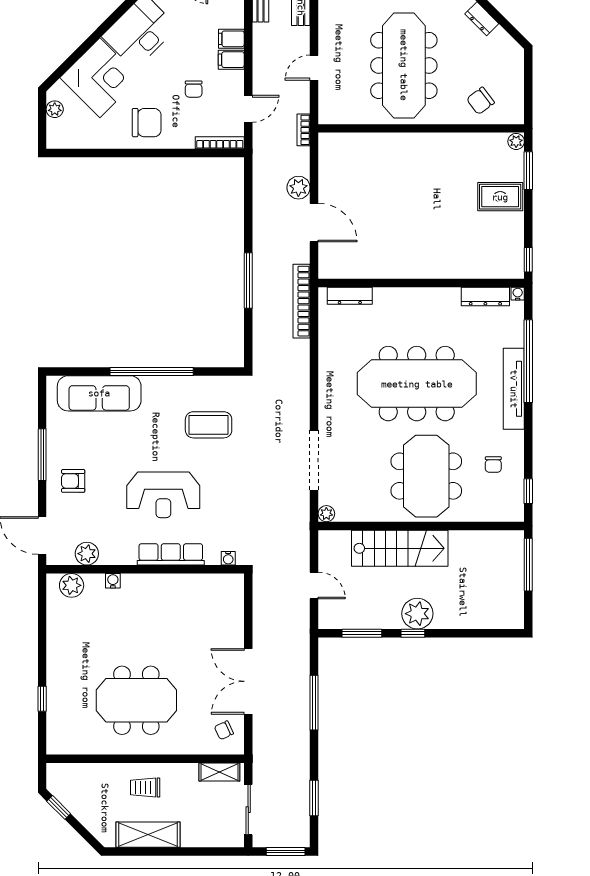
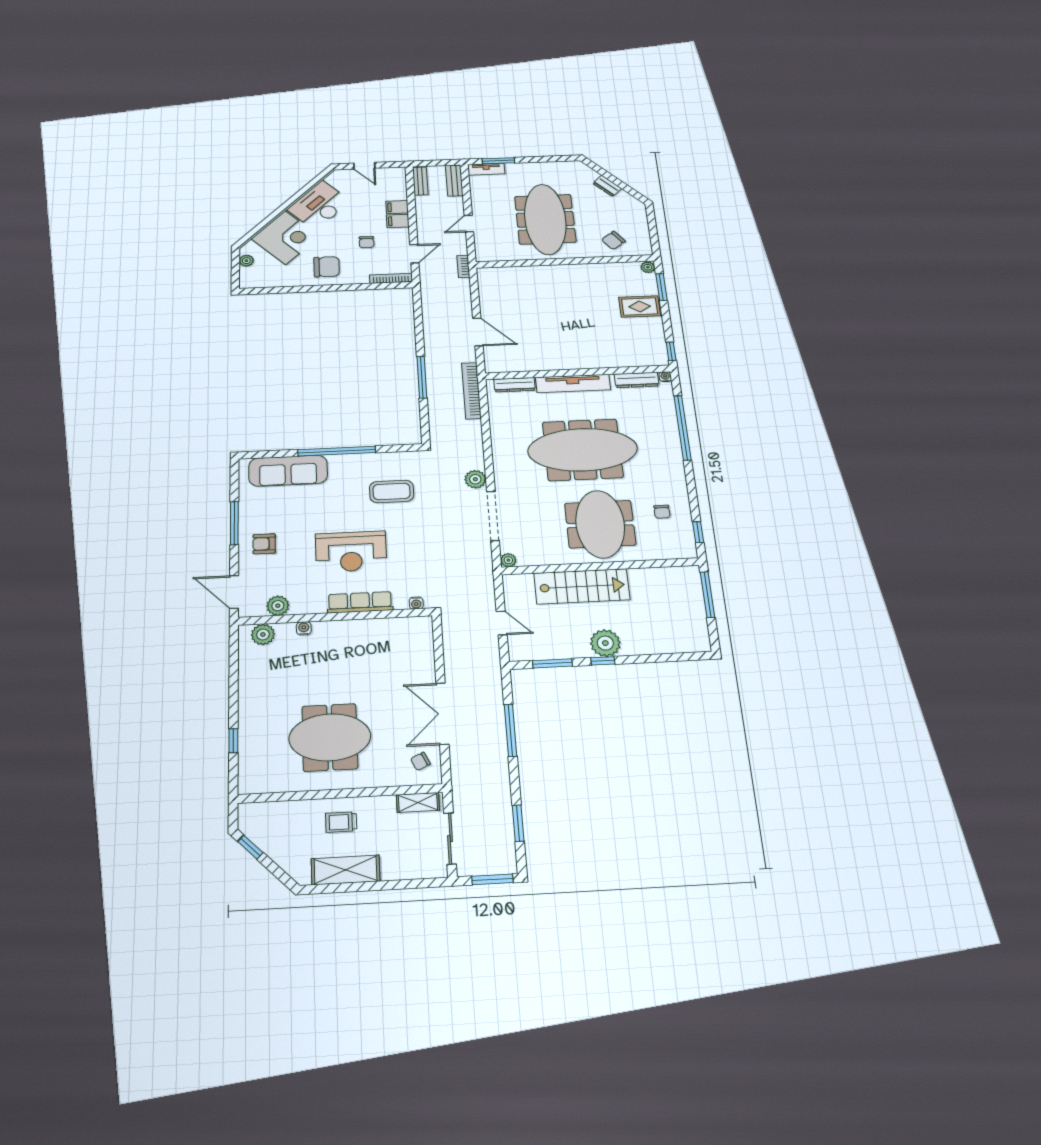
plant: (298, 188) -> (475, 479), moved
tv unit: (514, 389) -> (573, 384), moved, turned -90

